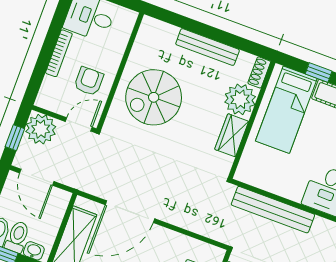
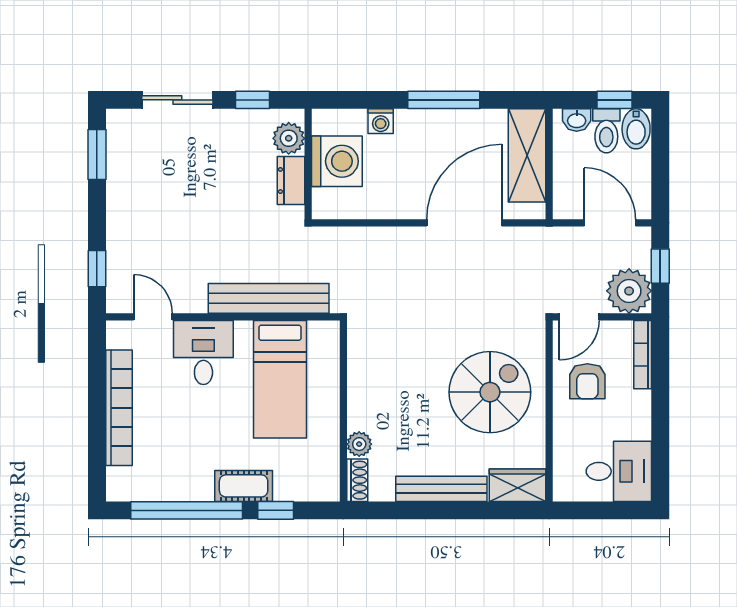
bookcase: (59, 53) -> (643, 355), moved
plant: (240, 99) -> (359, 444), width x0.53, depth x0.53
bed: (286, 110) -> (280, 379), moved, turned 180
wardrobe: (232, 135) -> (517, 485), moved, turned -90

